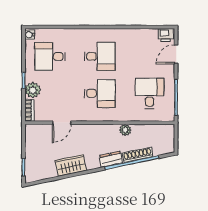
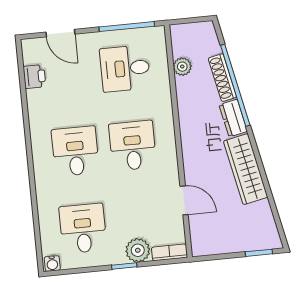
printer: (166, 35) -> (34, 77), moved
desk: (50, 56) -> (83, 228), turned 180
plant: (125, 130) -> (182, 67), moved
wardrobe: (71, 165) -> (246, 169), width x1.50

